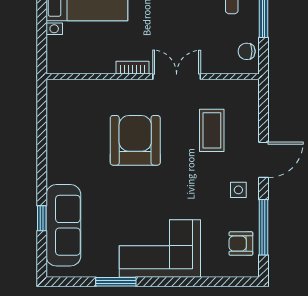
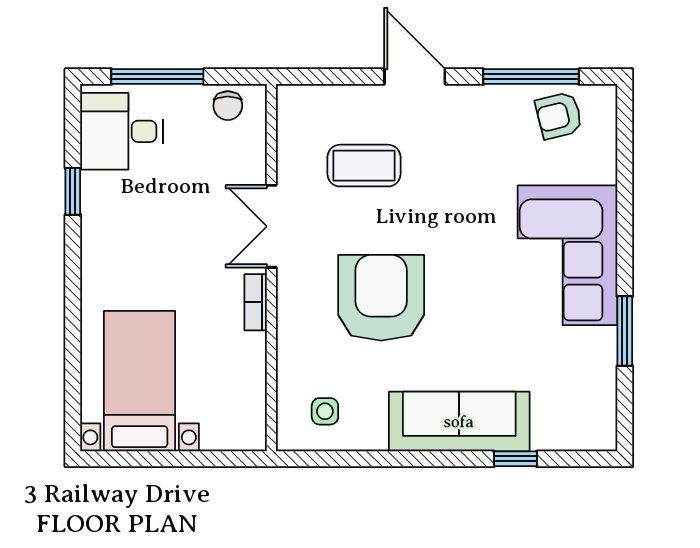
armchair: (135, 140) -> (381, 298), turned 90
side table: (238, 190) -> (325, 411), moved
sofa: (63, 225) -> (459, 422), moved
armchair: (241, 244) -> (559, 116), turned 76

